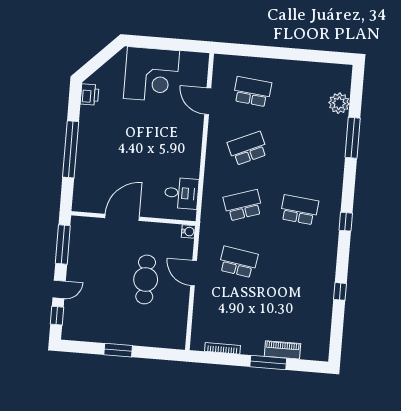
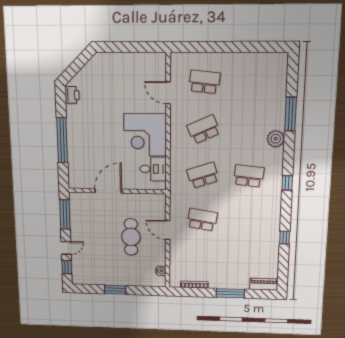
corner desk: (151, 75) -> (145, 135), moved, turned 90
plant: (339, 103) -> (276, 139), moved
water cooler: (188, 231) -> (161, 271), moved
piano: (283, 350) -> (264, 284), moved

